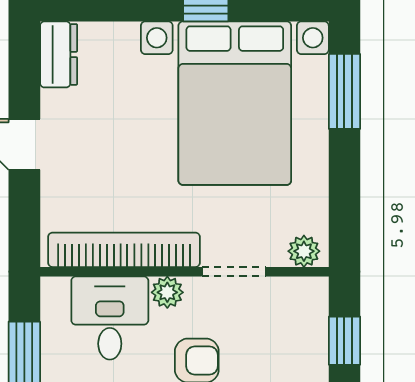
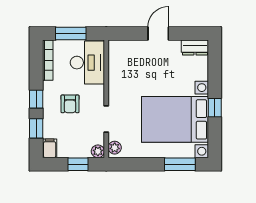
bookcase: (124, 250) -> (115, 74), removed
plant: (167, 292) -> (98, 151), moved
desk: (110, 318) -> (87, 63), width x1.37

